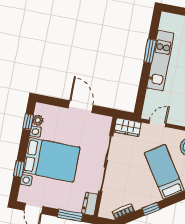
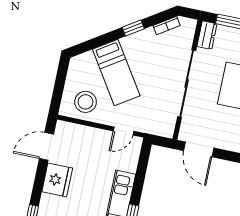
door: (81, 107) -> (199, 149), moved
wardrobe: (128, 127) -> (159, 127), removed

